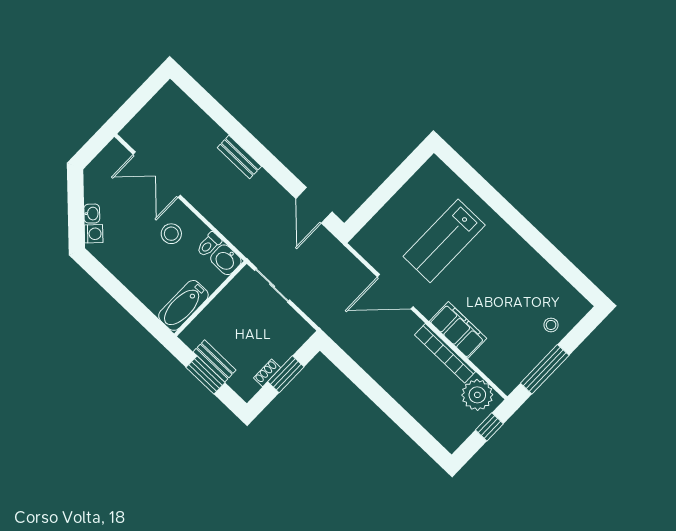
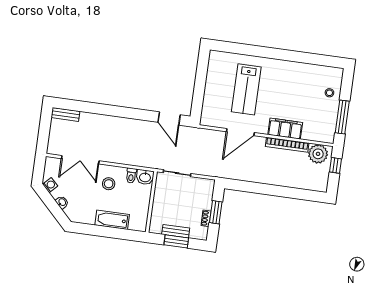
bench: (239, 157) -> (65, 114), moved
washing machine: (94, 234) -> (50, 185), moved
bathtub: (183, 305) -> (112, 220), moved, turned 90

